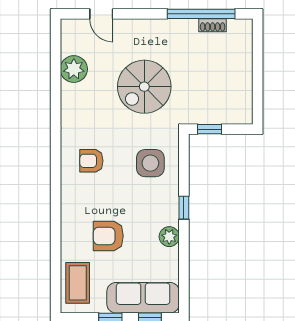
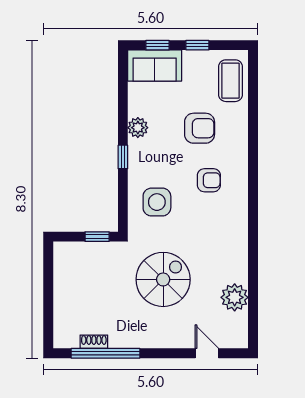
armchair: (91, 161) -> (209, 180), moved
sofa: (143, 298) -> (155, 66), width x0.73

